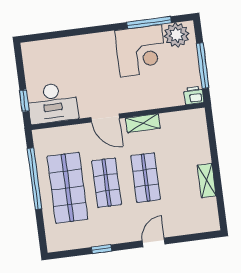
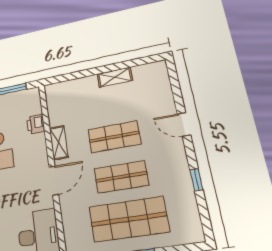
printer: (194, 95) -> (36, 124), moved

